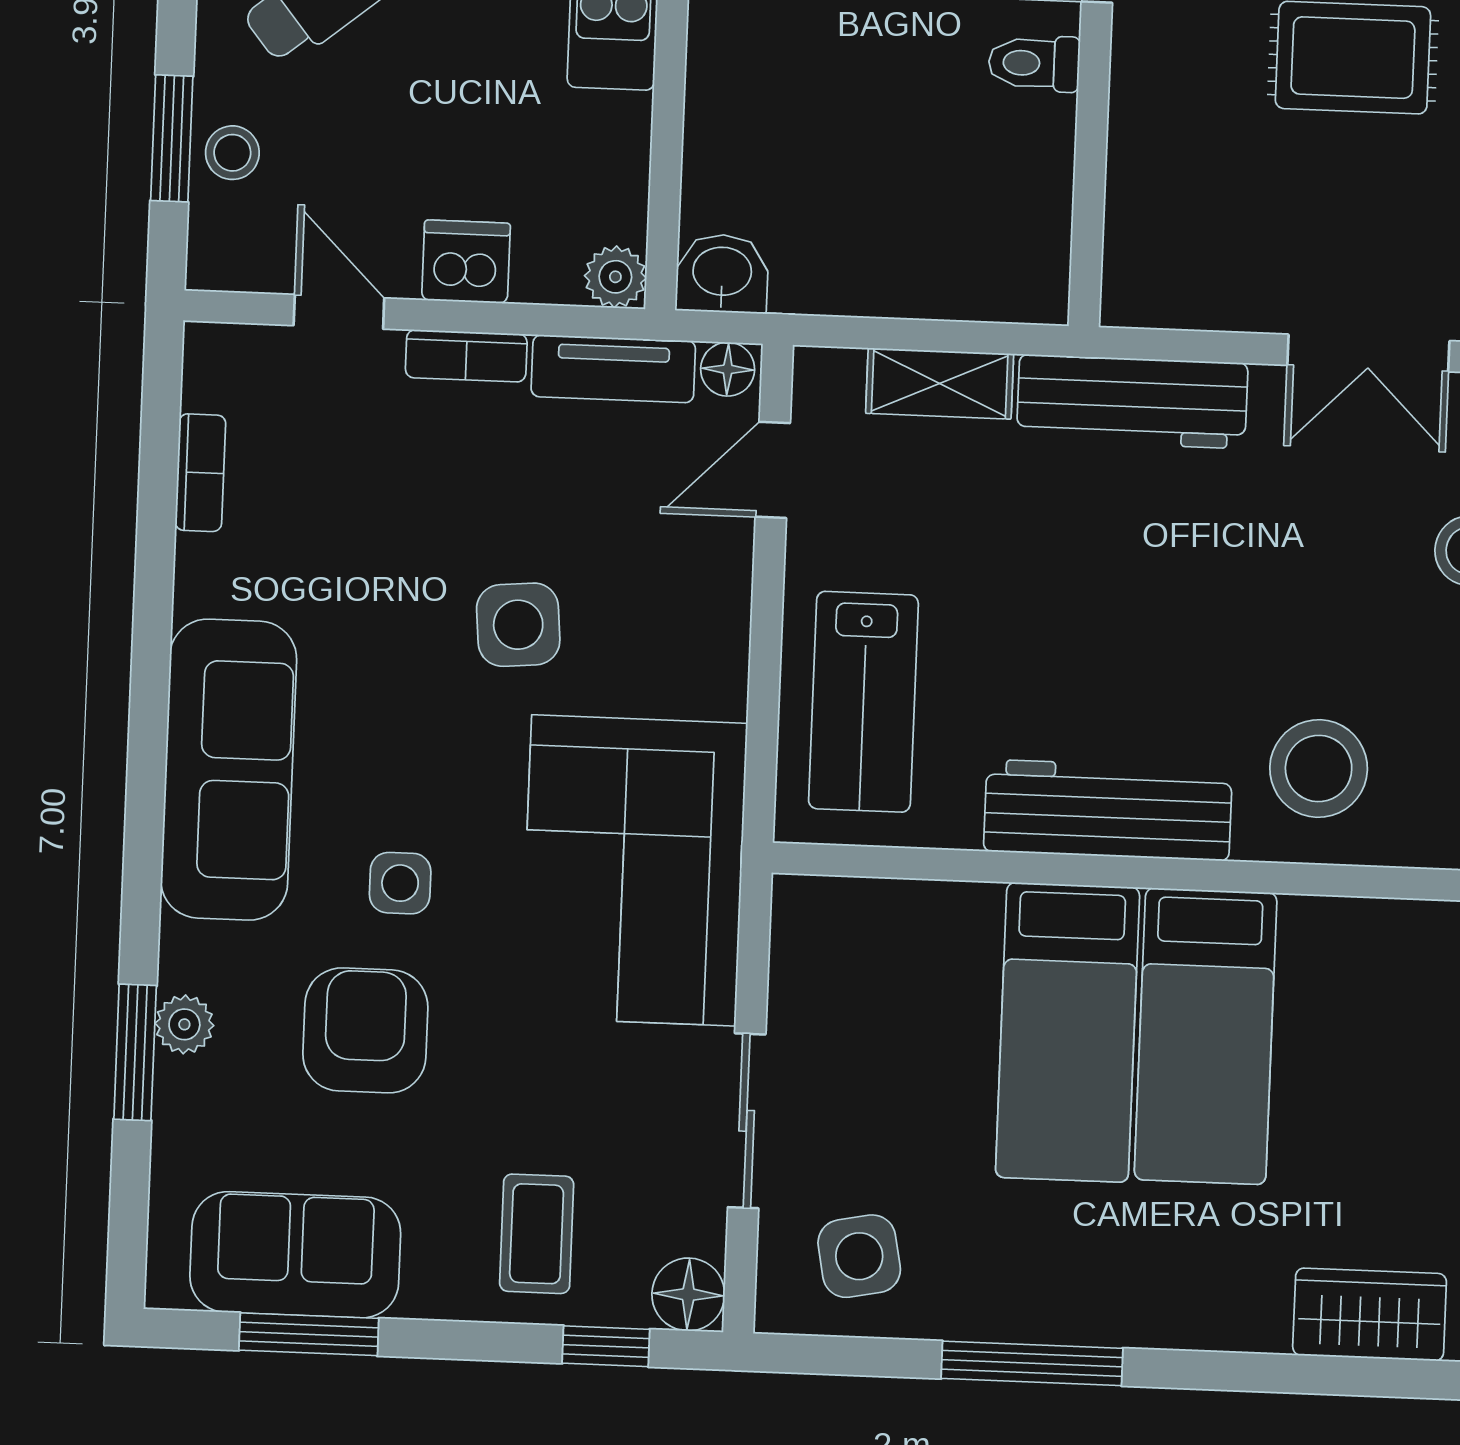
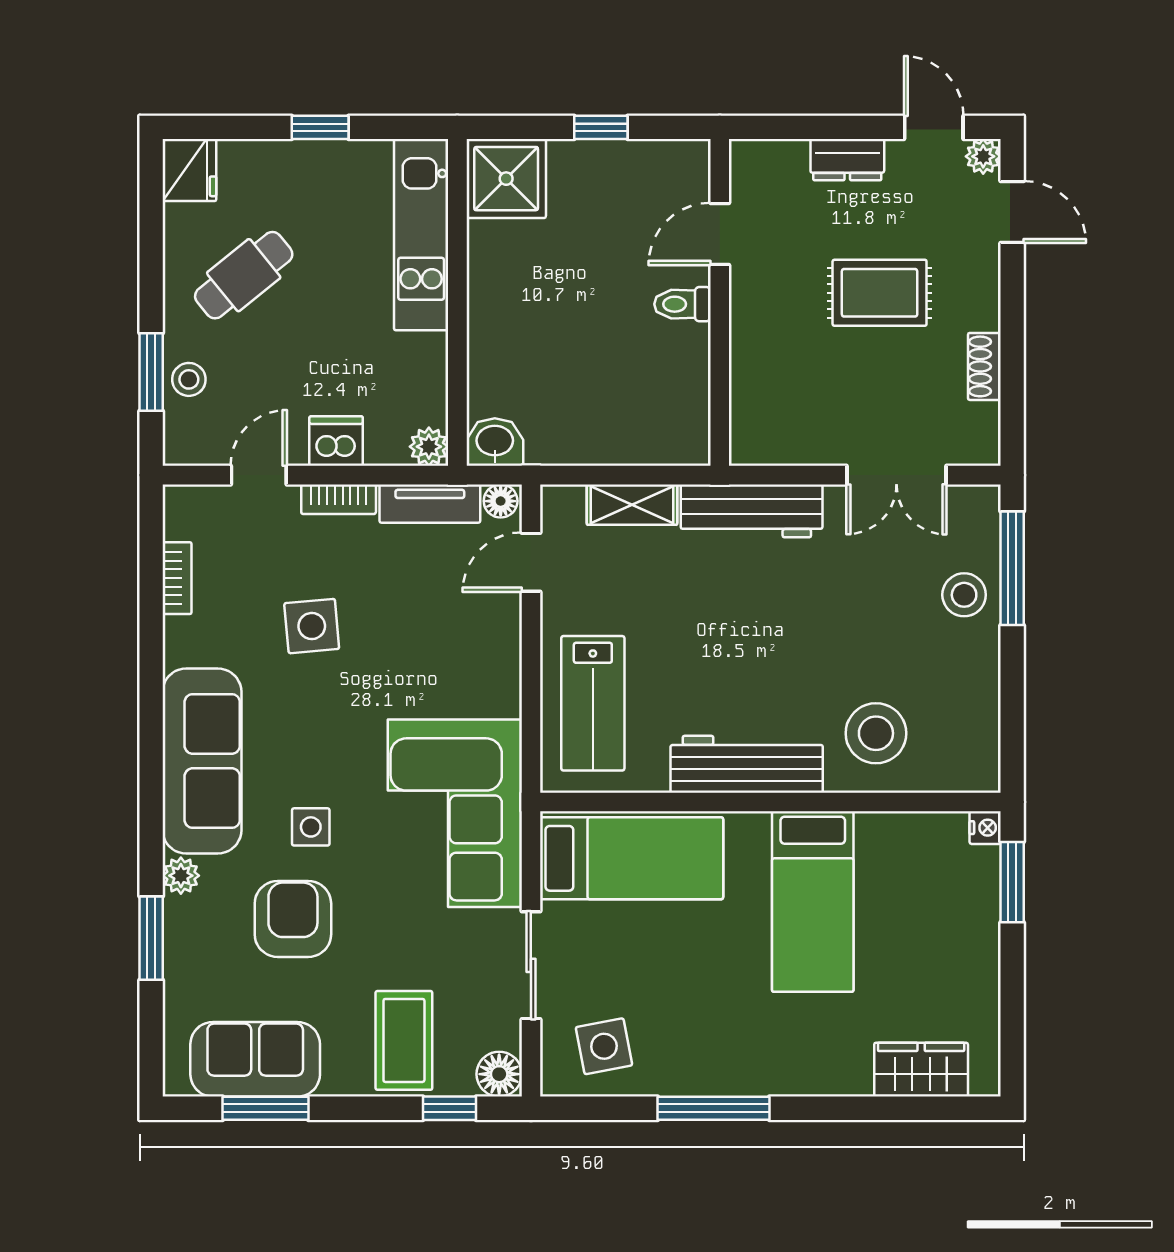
door: (339, 312) -> (259, 475), hinge flipped
side table: (518, 625) -> (312, 626), moved
plant: (184, 1024) -> (181, 876), moved
bed: (1068, 1032) -> (632, 858), moved, turned -90
coffee table: (537, 1234) -> (404, 1040), width x1.36, depth x1.30

